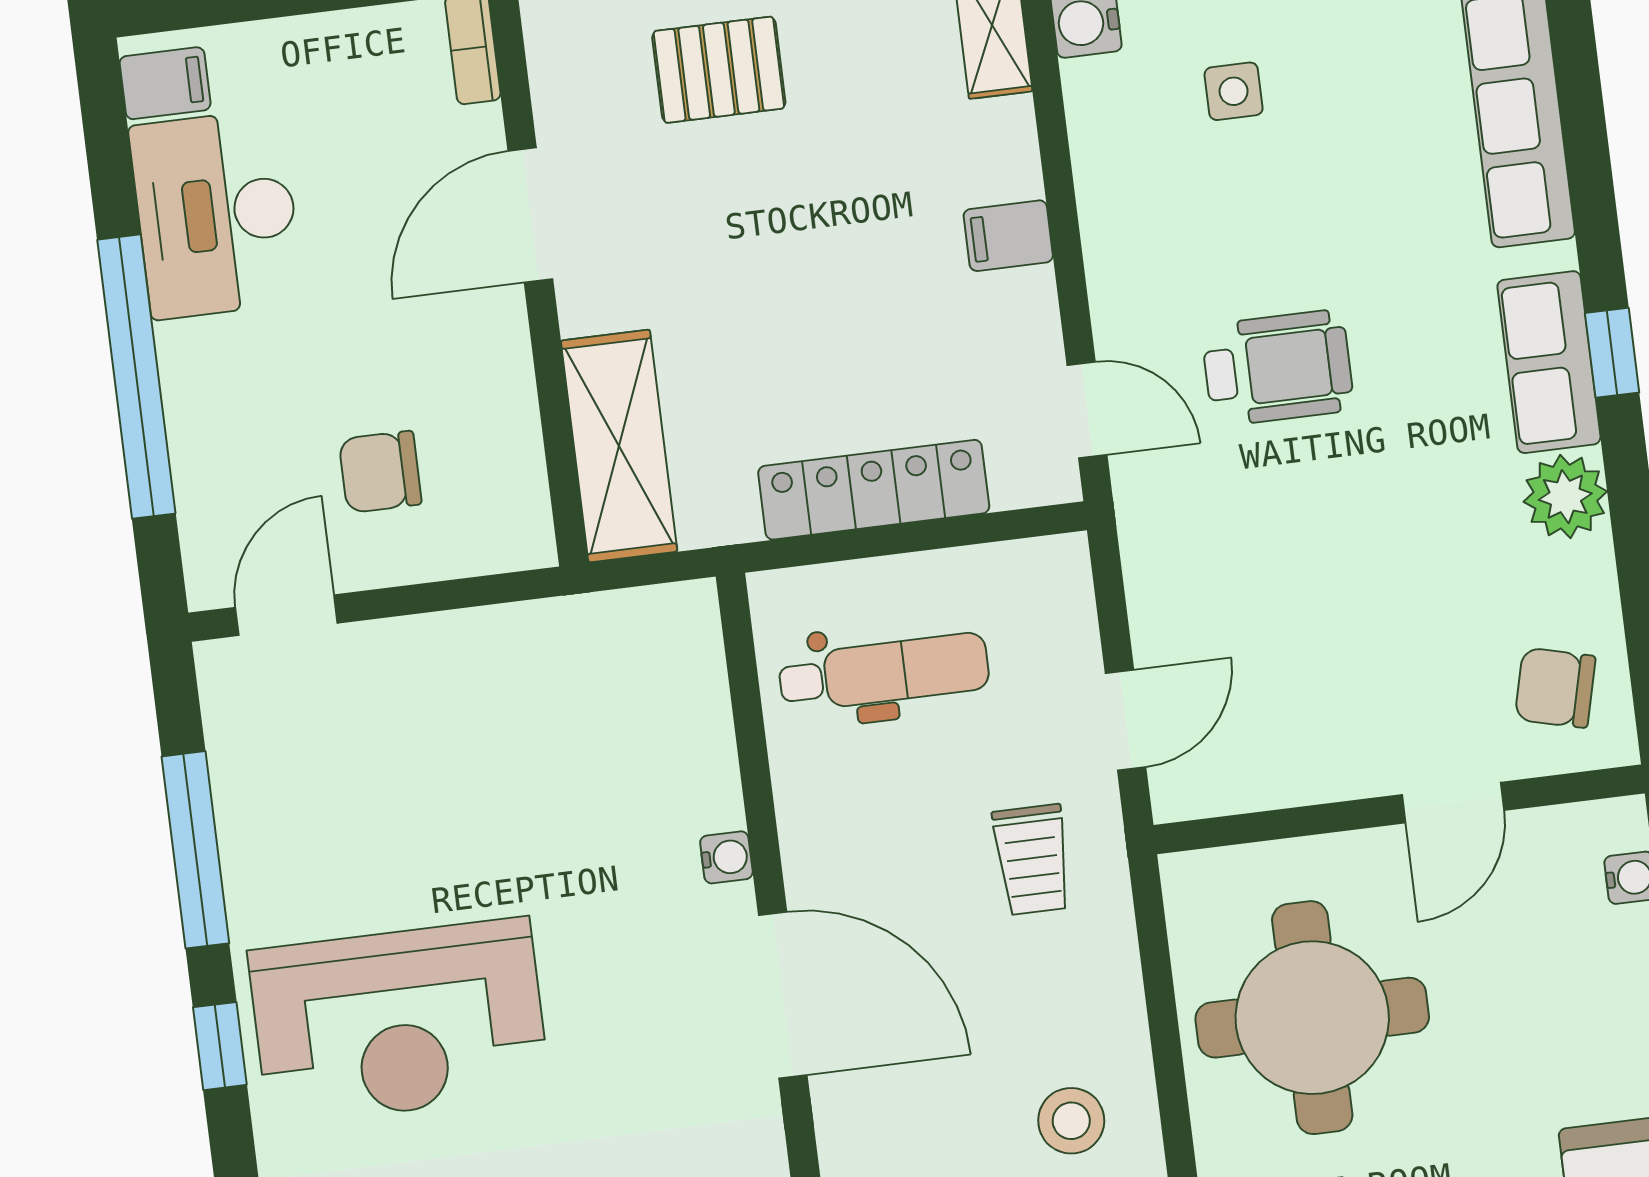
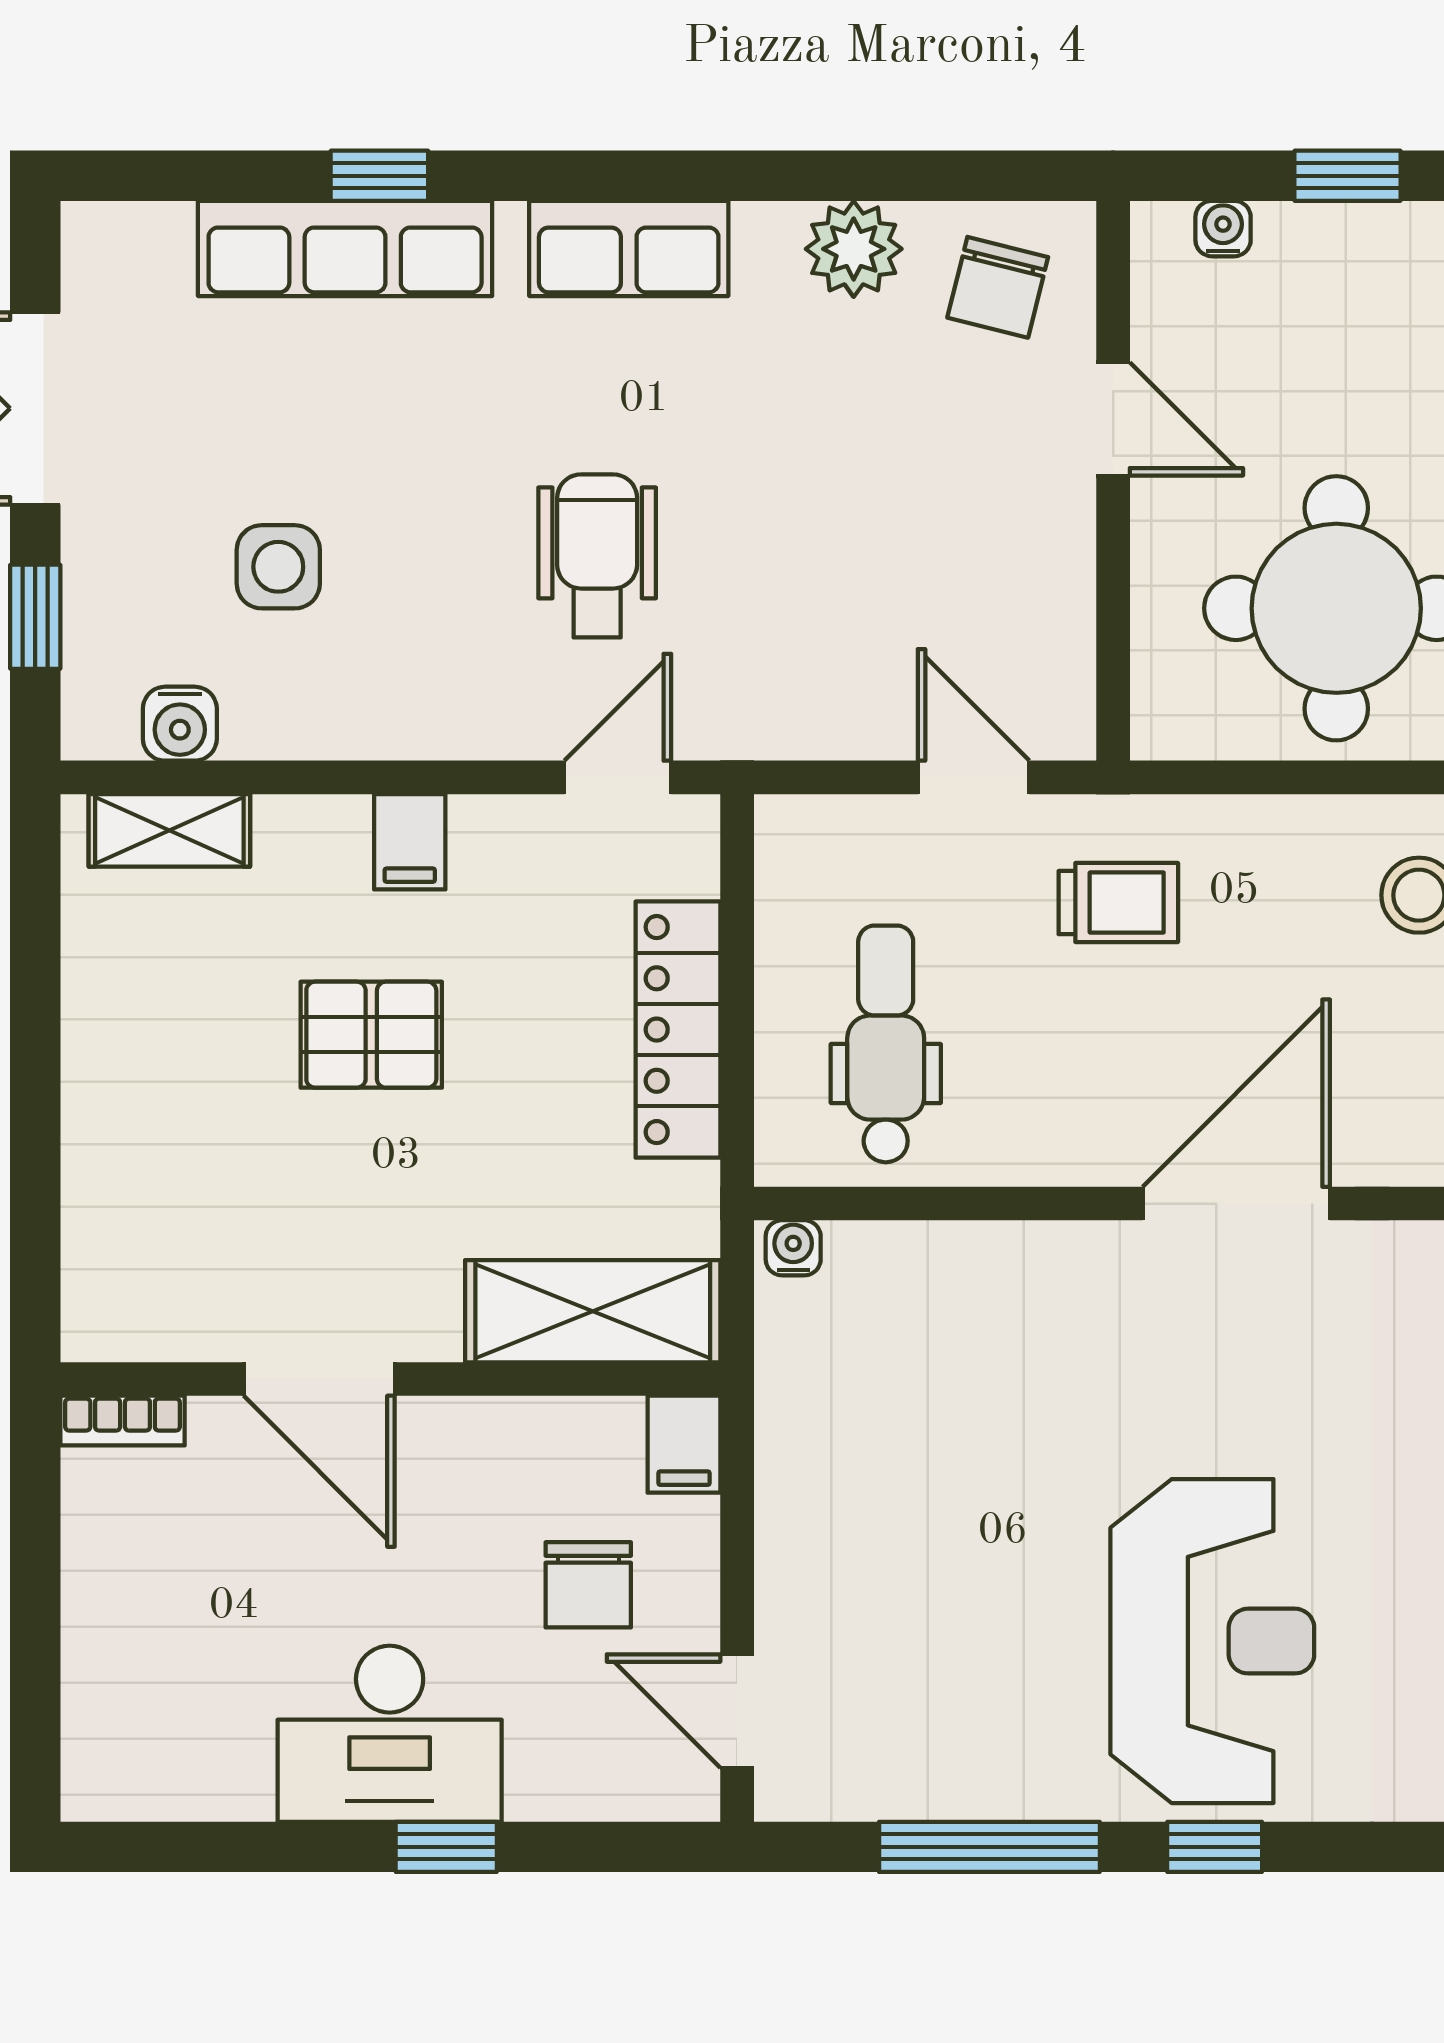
pallet: (719, 70) -> (371, 1035), moved, turned 90
filing cabinet: (165, 83) -> (684, 1444), moved, turned 180
side table: (1234, 91) -> (278, 567), width x1.37, depth x1.37
desk: (216, 214) -> (390, 1734), moved
window: (1612, 353) -> (379, 176), moved
window: (136, 377) -> (446, 1847), width x0.32
plant: (1565, 497) -> (854, 249), moved
water cooler: (726, 857) -> (793, 1248), moved

